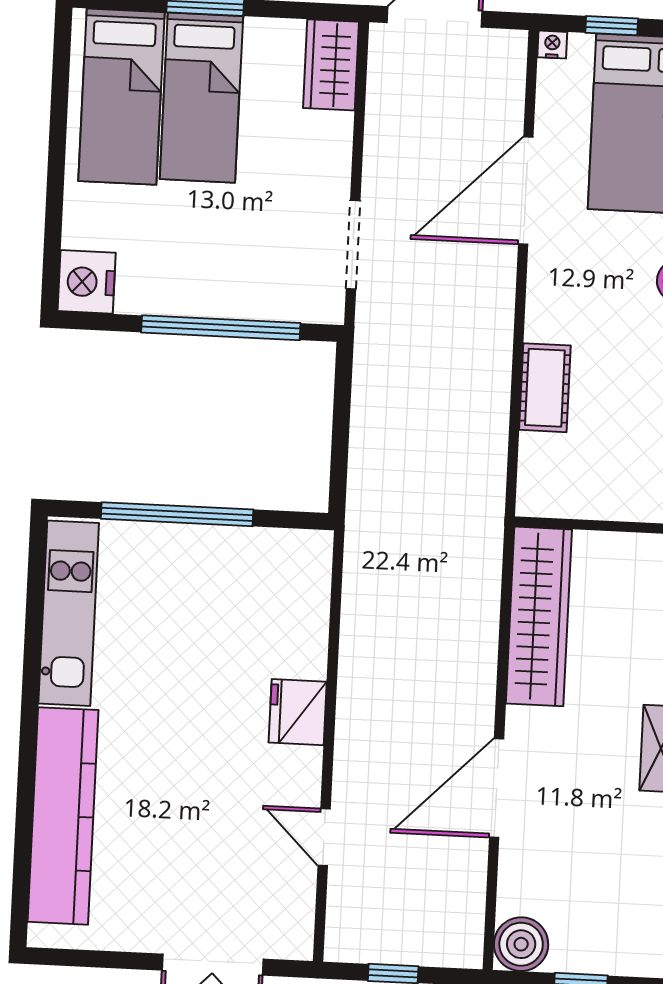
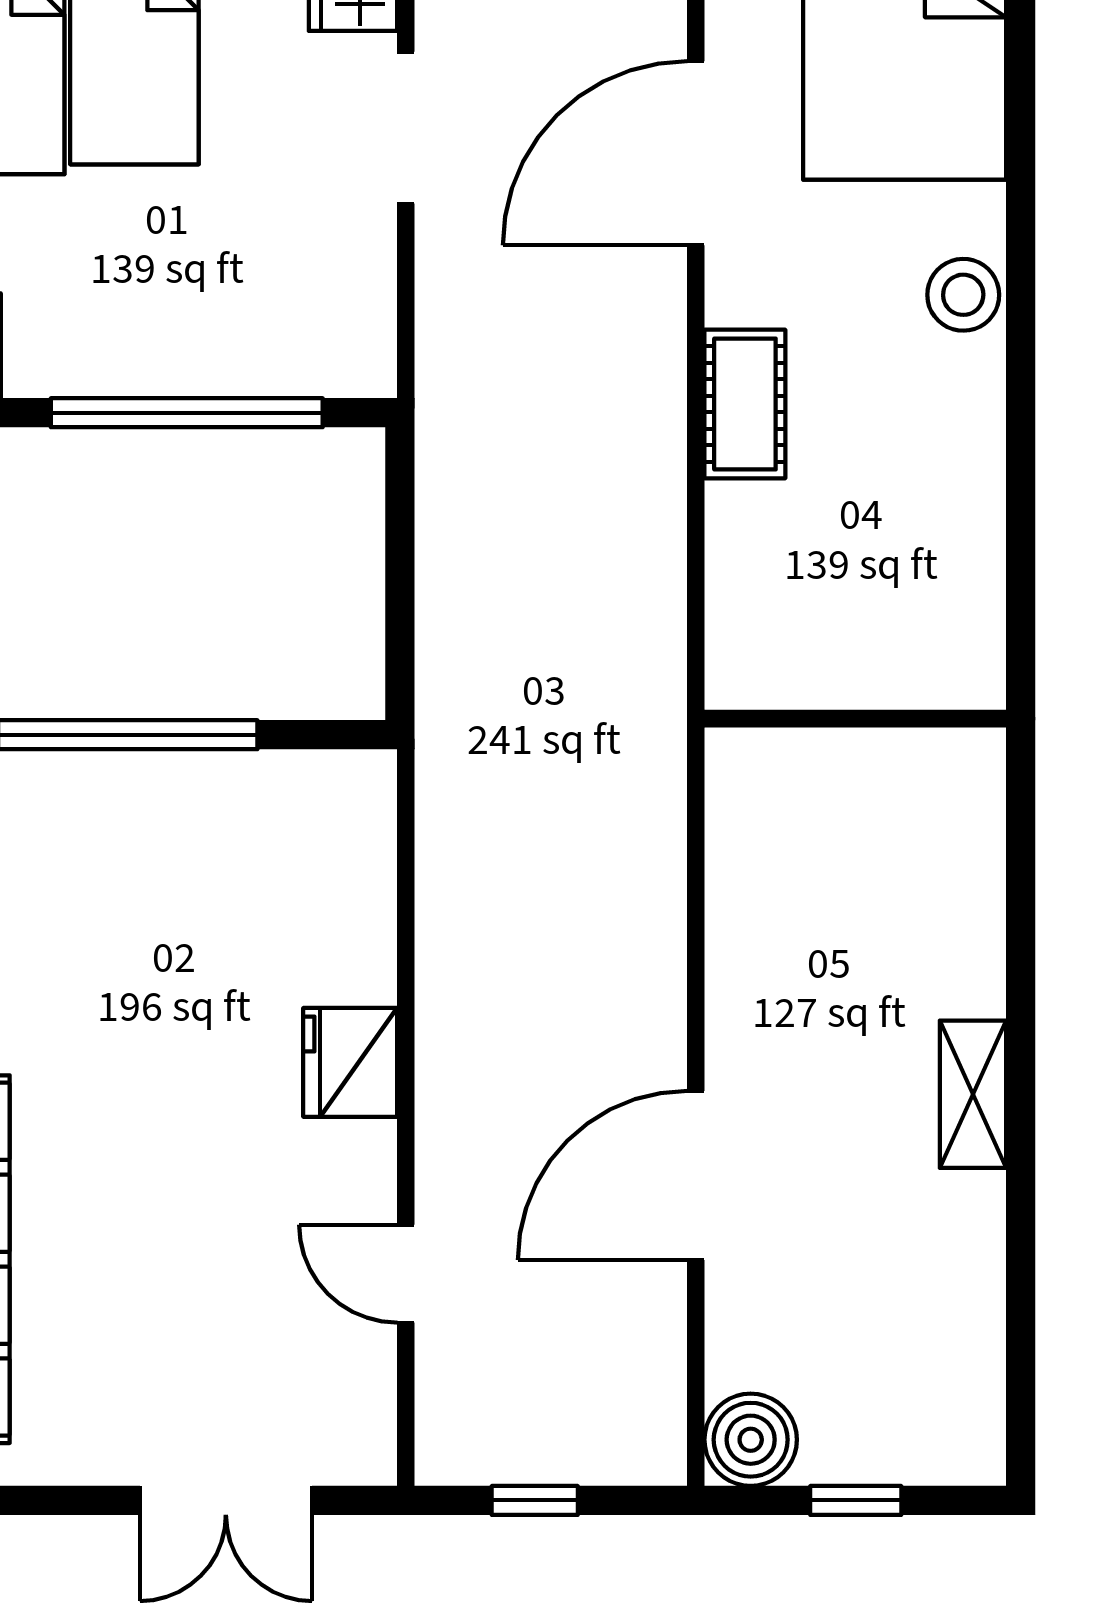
doorway: (353, 244) -> (406, 128), moved
cot: (545, 388) -> (745, 404), moved
wardrobe: (539, 616) -> (754, 879), removed

